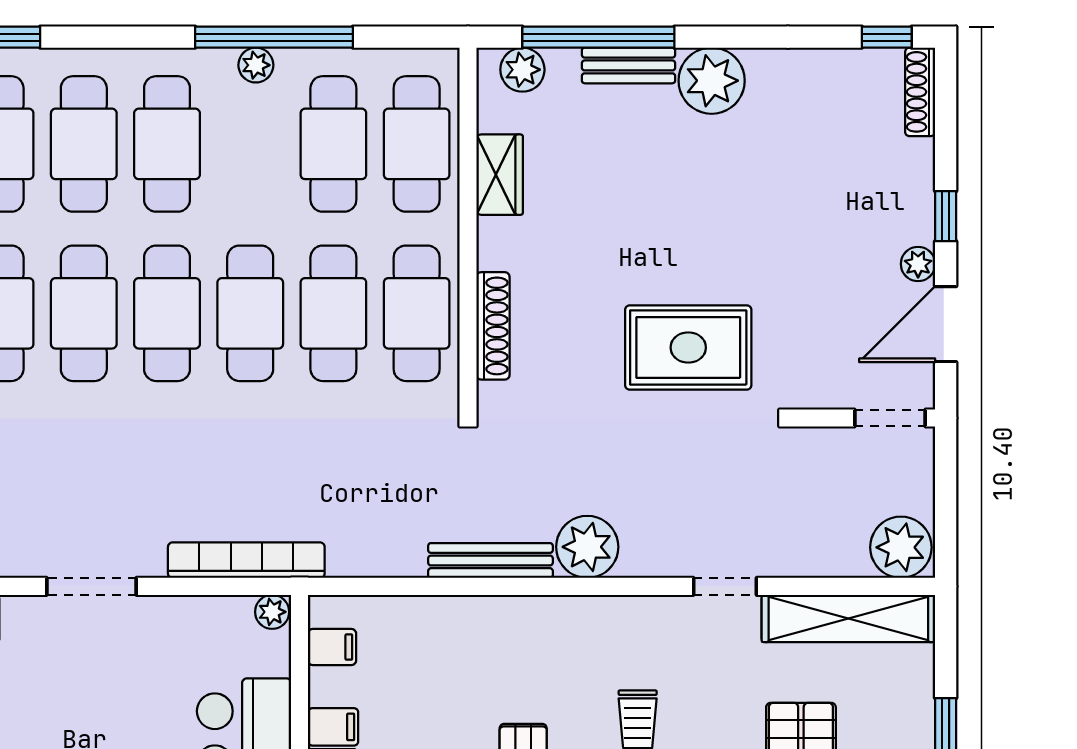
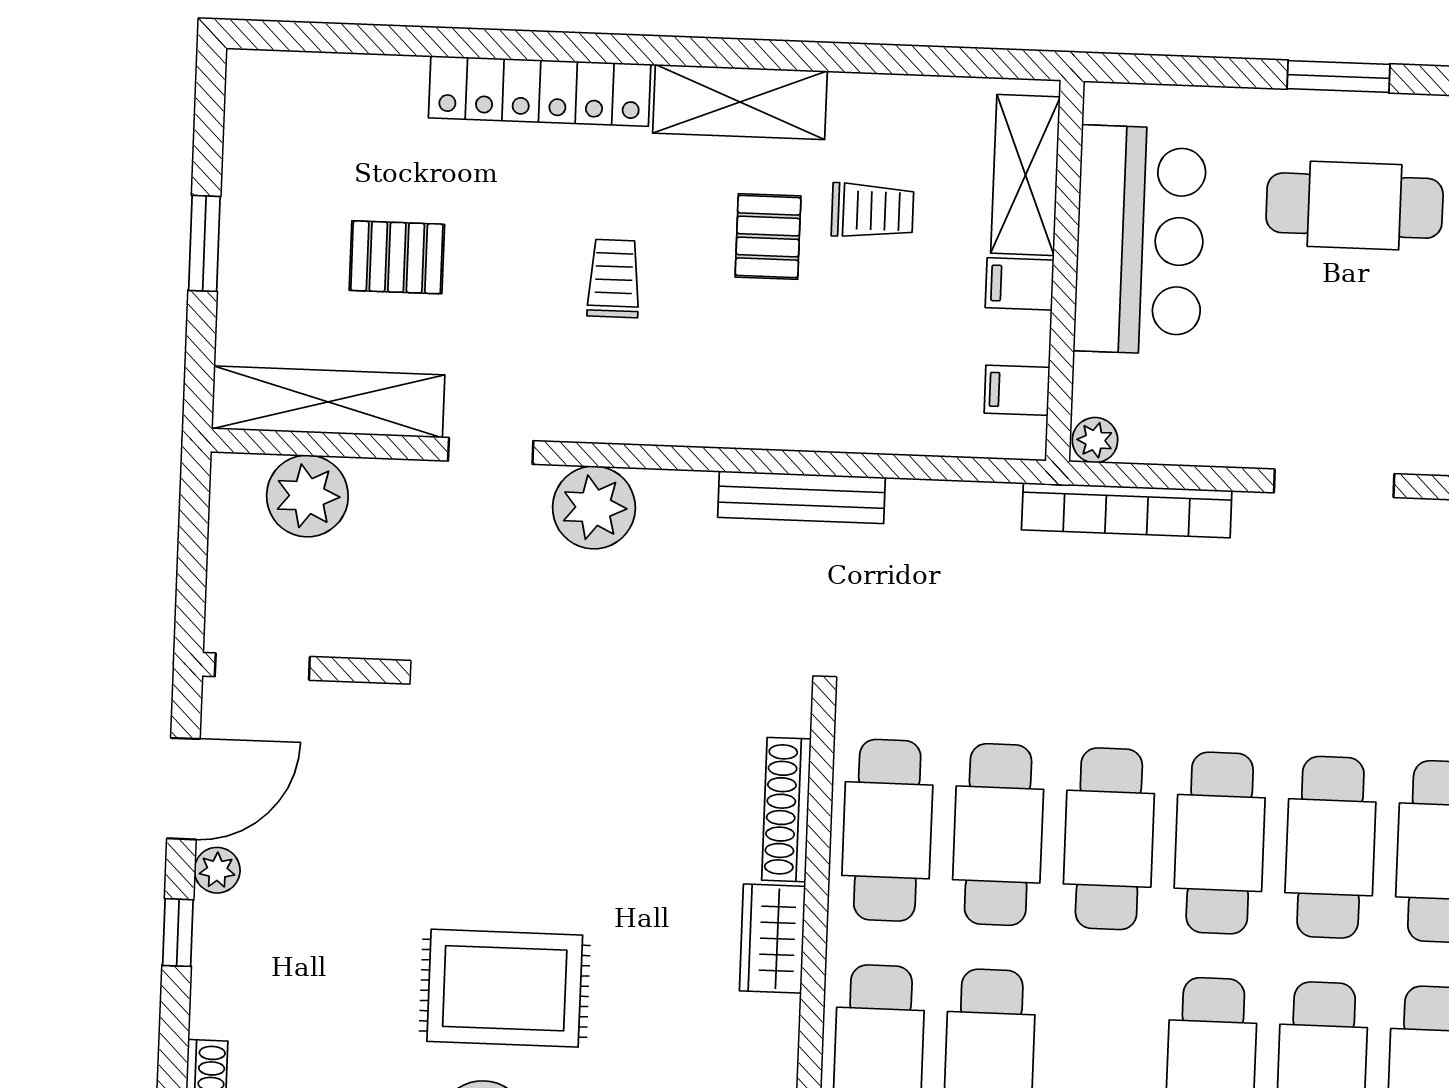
wardrobe: (500, 175) -> (772, 939), moved
rug: (688, 348) -> (505, 988), moved
plant: (587, 547) -> (594, 507), moved
plant: (901, 547) -> (307, 496), moved

